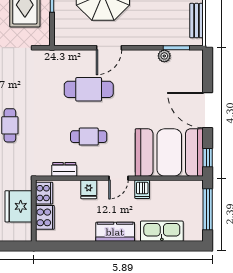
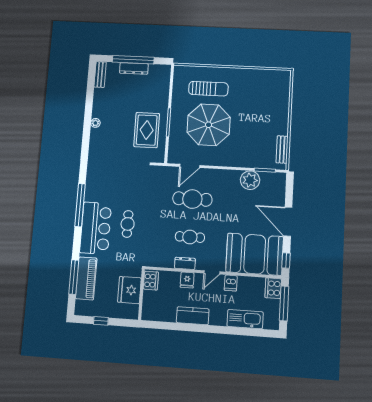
door: (109, 48) -> (190, 166), moved
plant: (164, 56) -> (250, 180), width x1.88, depth x1.88
dresser: (64, 169) -> (185, 263), moved
cooker: (45, 217) -> (273, 288), moved, turned 180
kitchen counter: (115, 232) -> (193, 316), moved

